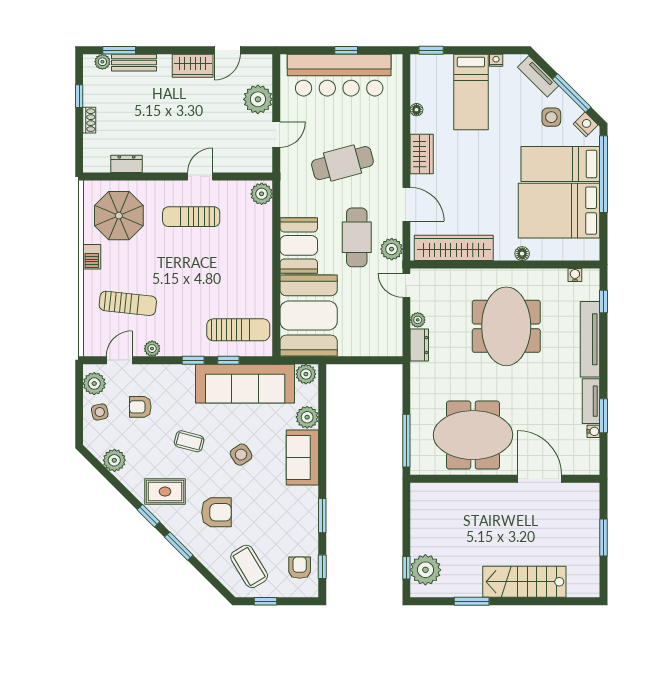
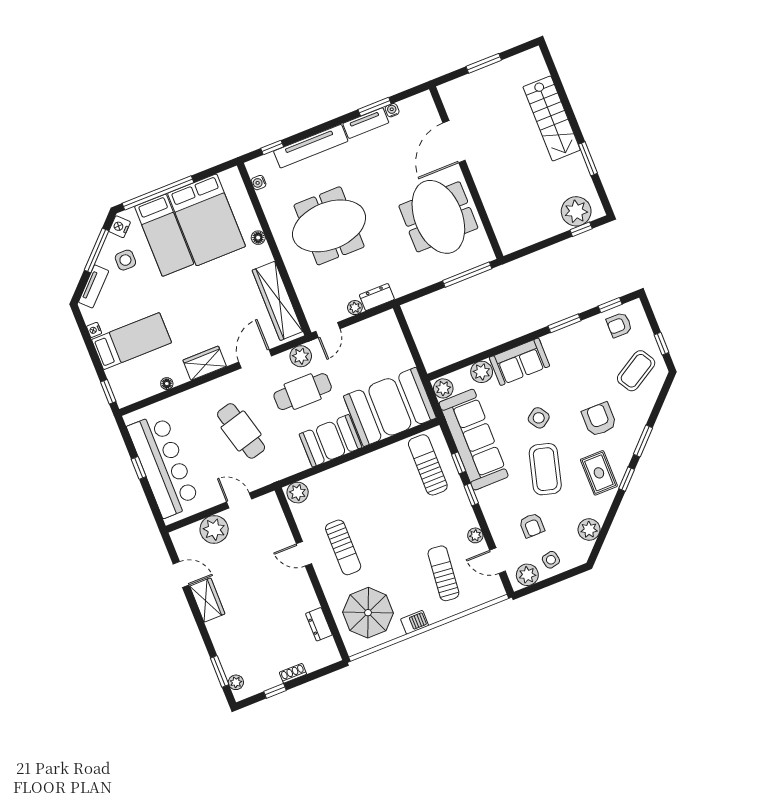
bench: (134, 63) -> (225, 654), removed
coffee table: (189, 441) -> (545, 469), width x1.86, depth x1.72

